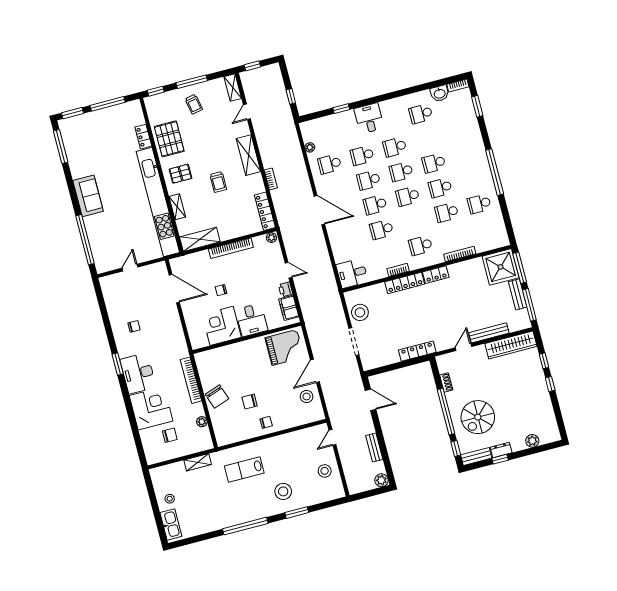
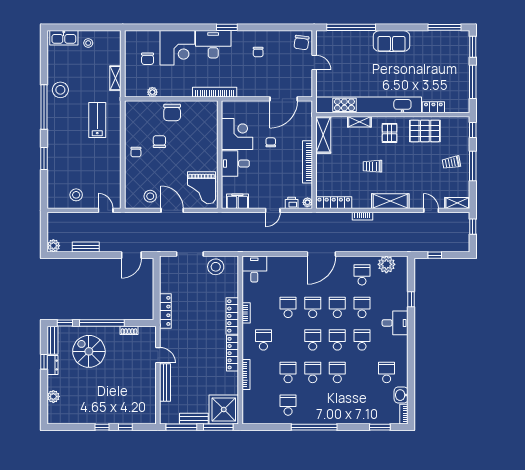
plant: (310, 147) -> (386, 264), width x1.88, depth x1.88
locker: (436, 275) -> (232, 353), width x1.53
chair: (113, 286) -> (301, 43), added
printer: (286, 289) -> (292, 203), moved
wardrobe: (511, 345) -> (148, 400), removed
bookcase: (191, 380) -> (215, 92), moved
chair: (217, 397) -> (172, 112), turned -71
stool: (283, 491) -> (60, 90), moved

